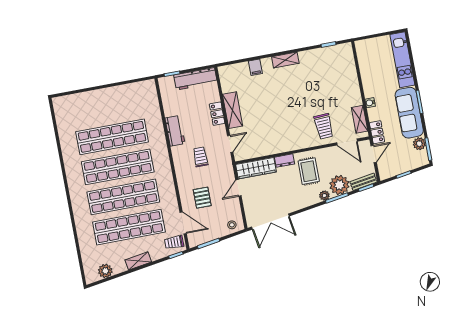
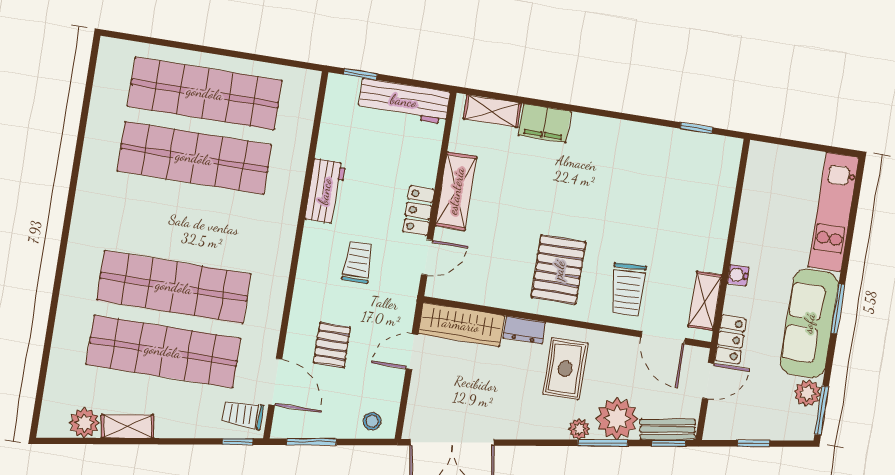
shelving: (285, 60) -> (492, 111), moved
filing cabinet: (255, 67) -> (545, 123), width x2.00
locker: (217, 114) -> (419, 211), moved
pallet: (290, 129) -> (559, 270), added
shop shelf: (118, 167) -> (205, 93), moved
shelving: (138, 261) -> (127, 426), moved

